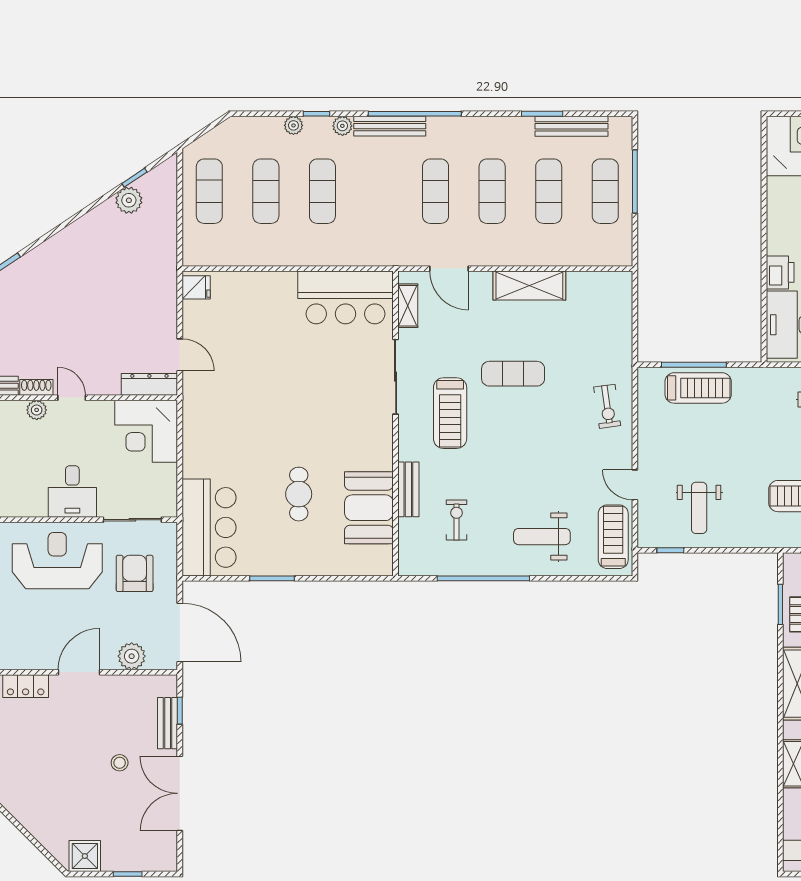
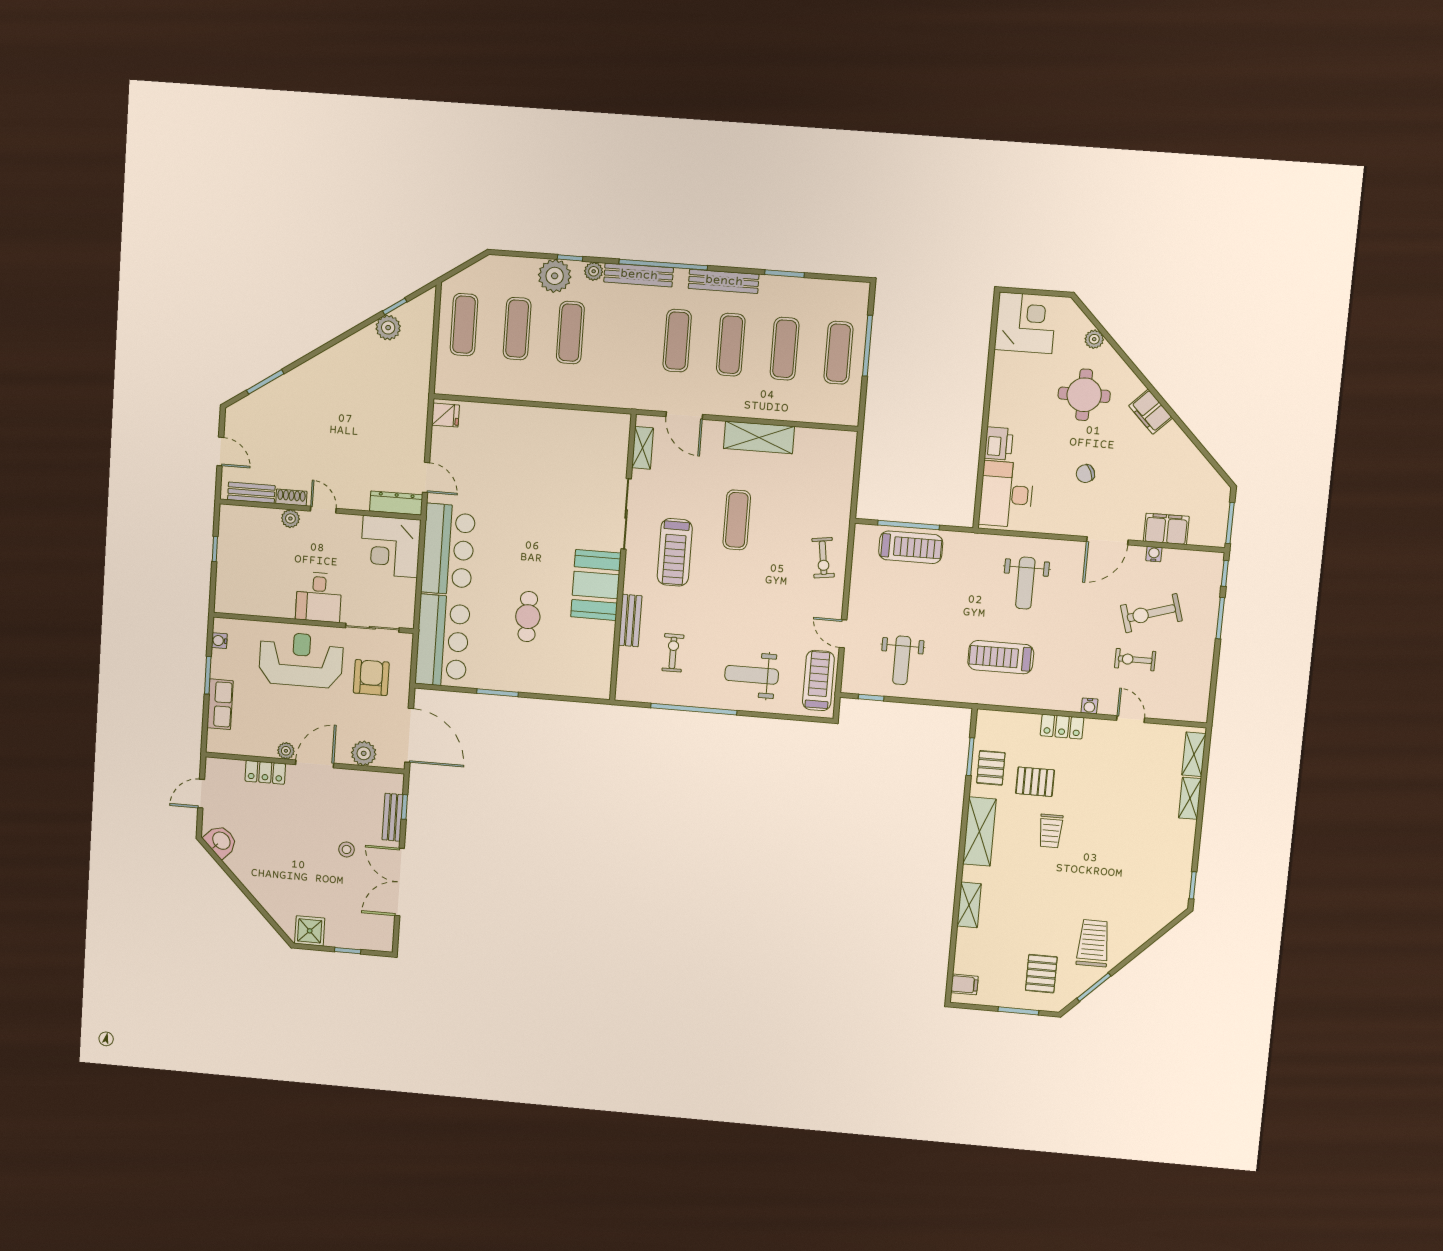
plant: (293, 125) -> (555, 276), width x1.88, depth x1.88
bench: (572, 126) -> (724, 281), moved
bar counter: (346, 297) -> (448, 549), moved, turned -90
exercise mat: (513, 374) -> (737, 520), turned 90
booth: (369, 508) -> (596, 585), moved
plant: (47, 661) -> (286, 751), added

